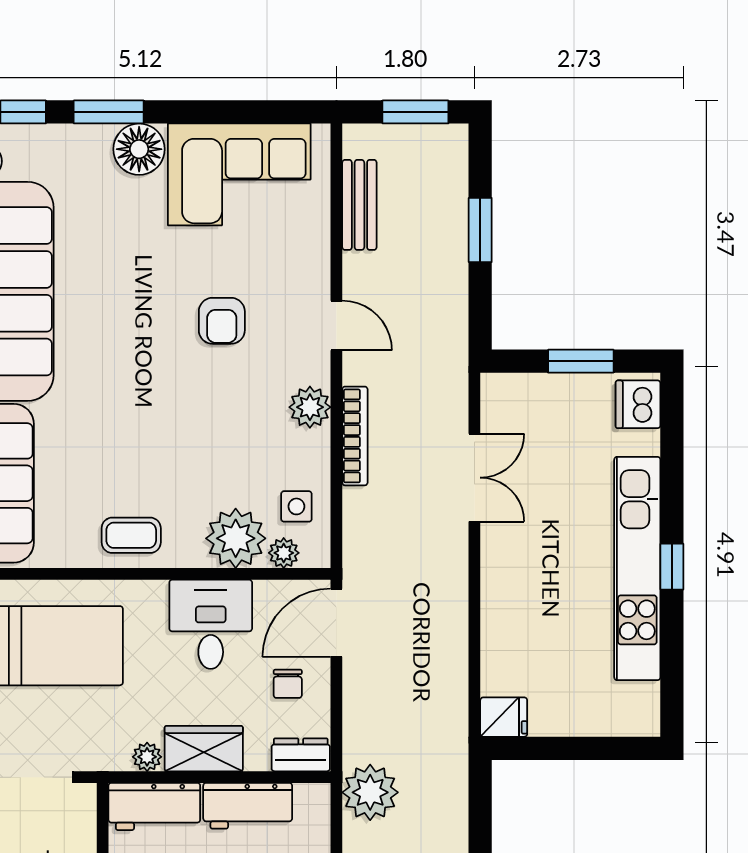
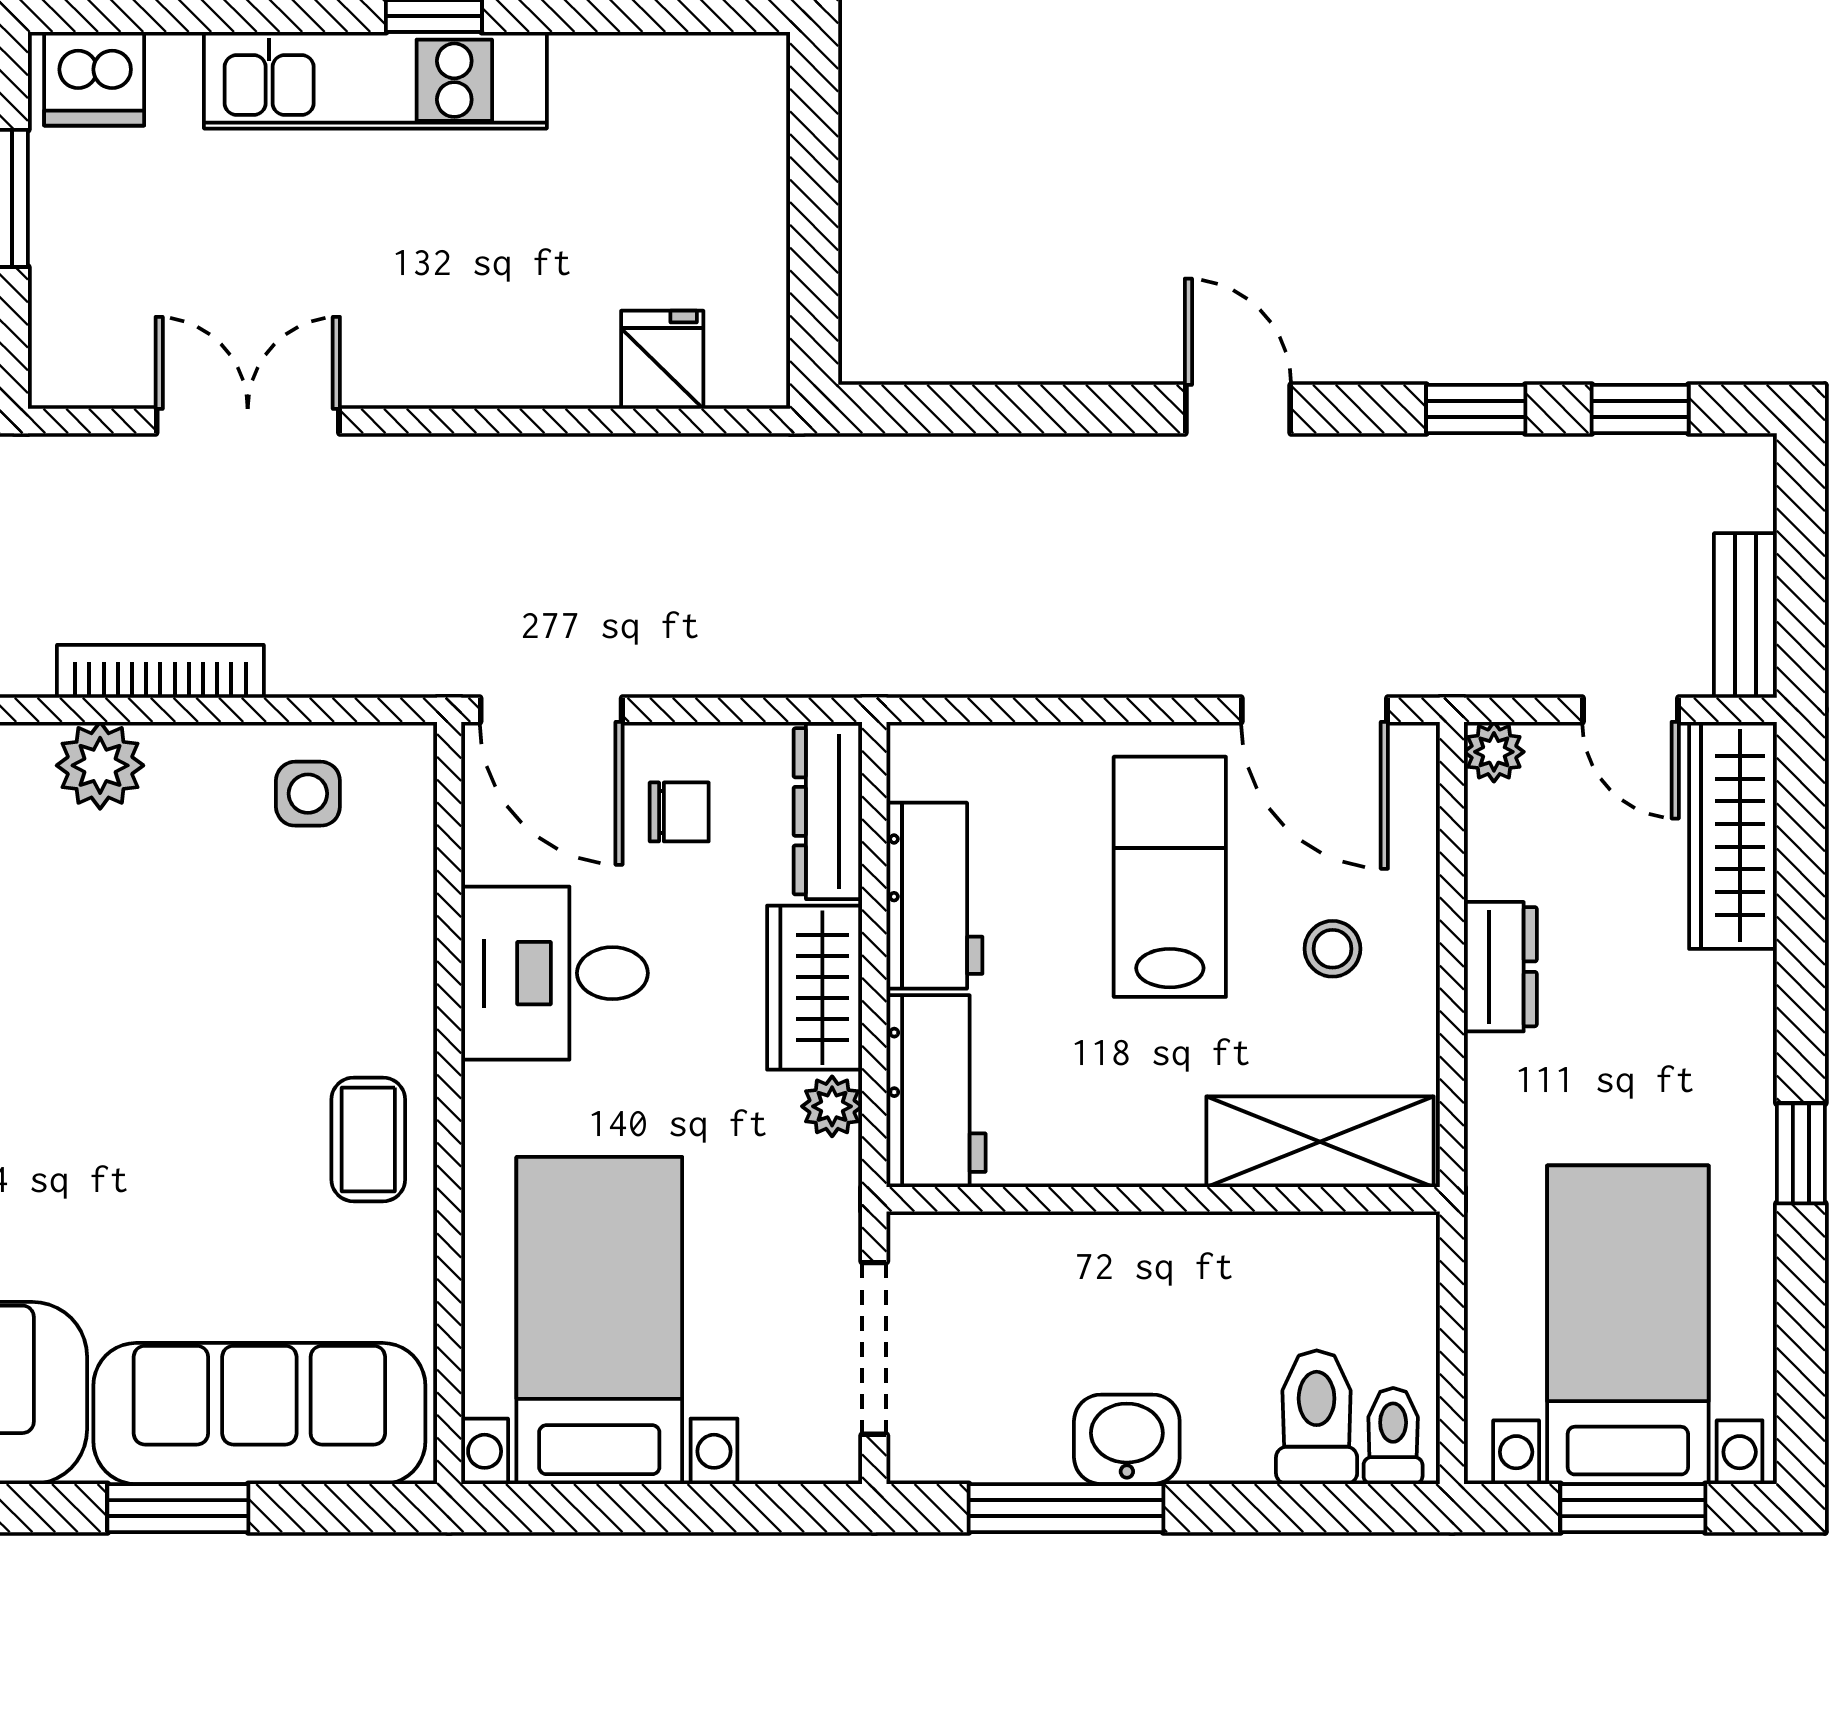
plant: (236, 538) -> (375, 921), removed
plant: (284, 553) -> (405, 820), removed
kitchen unit: (637, 568) -> (375, 80), width x0.73
fridge: (504, 717) -> (662, 360), moved
dresser: (301, 755) -> (828, 811), width x1.44
plant: (370, 792) -> (906, 639), removed

